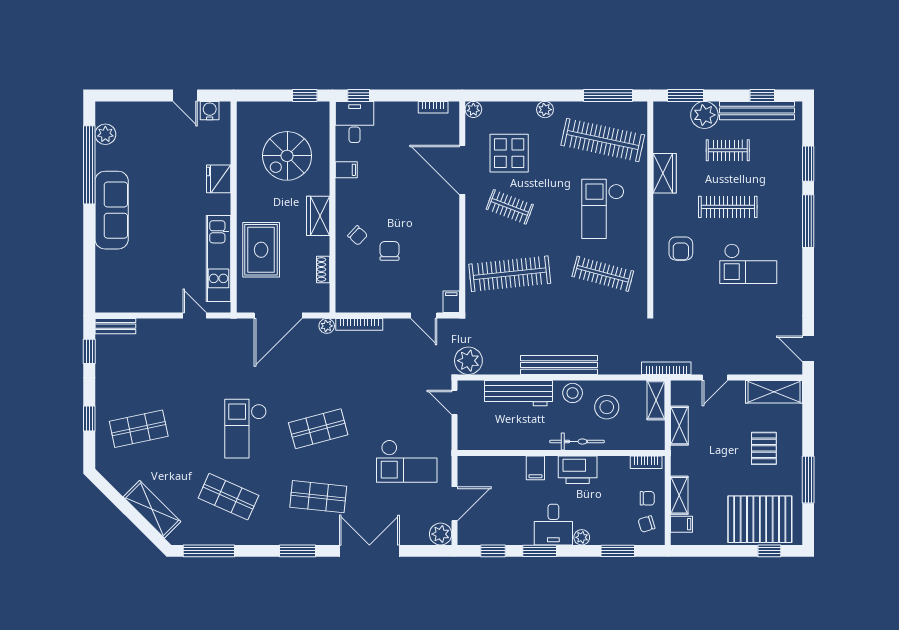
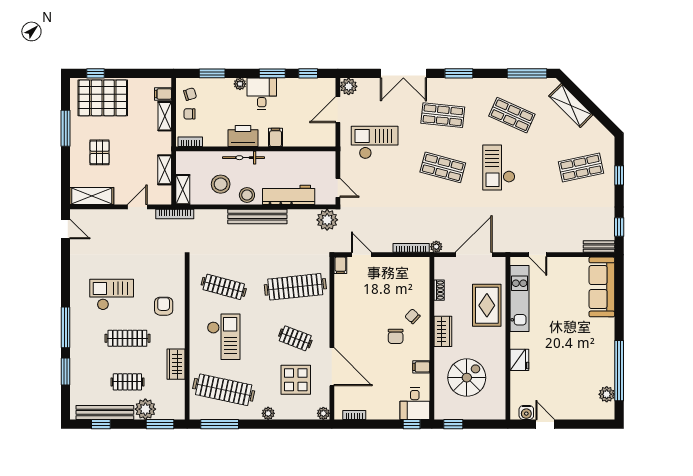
sofa: (112, 210) -> (602, 287), moved
chair: (390, 251) -> (396, 336), moved
checkout: (245, 429) -> (499, 168), turned 180
shop shelf: (318, 429) -> (443, 167), turned 30

